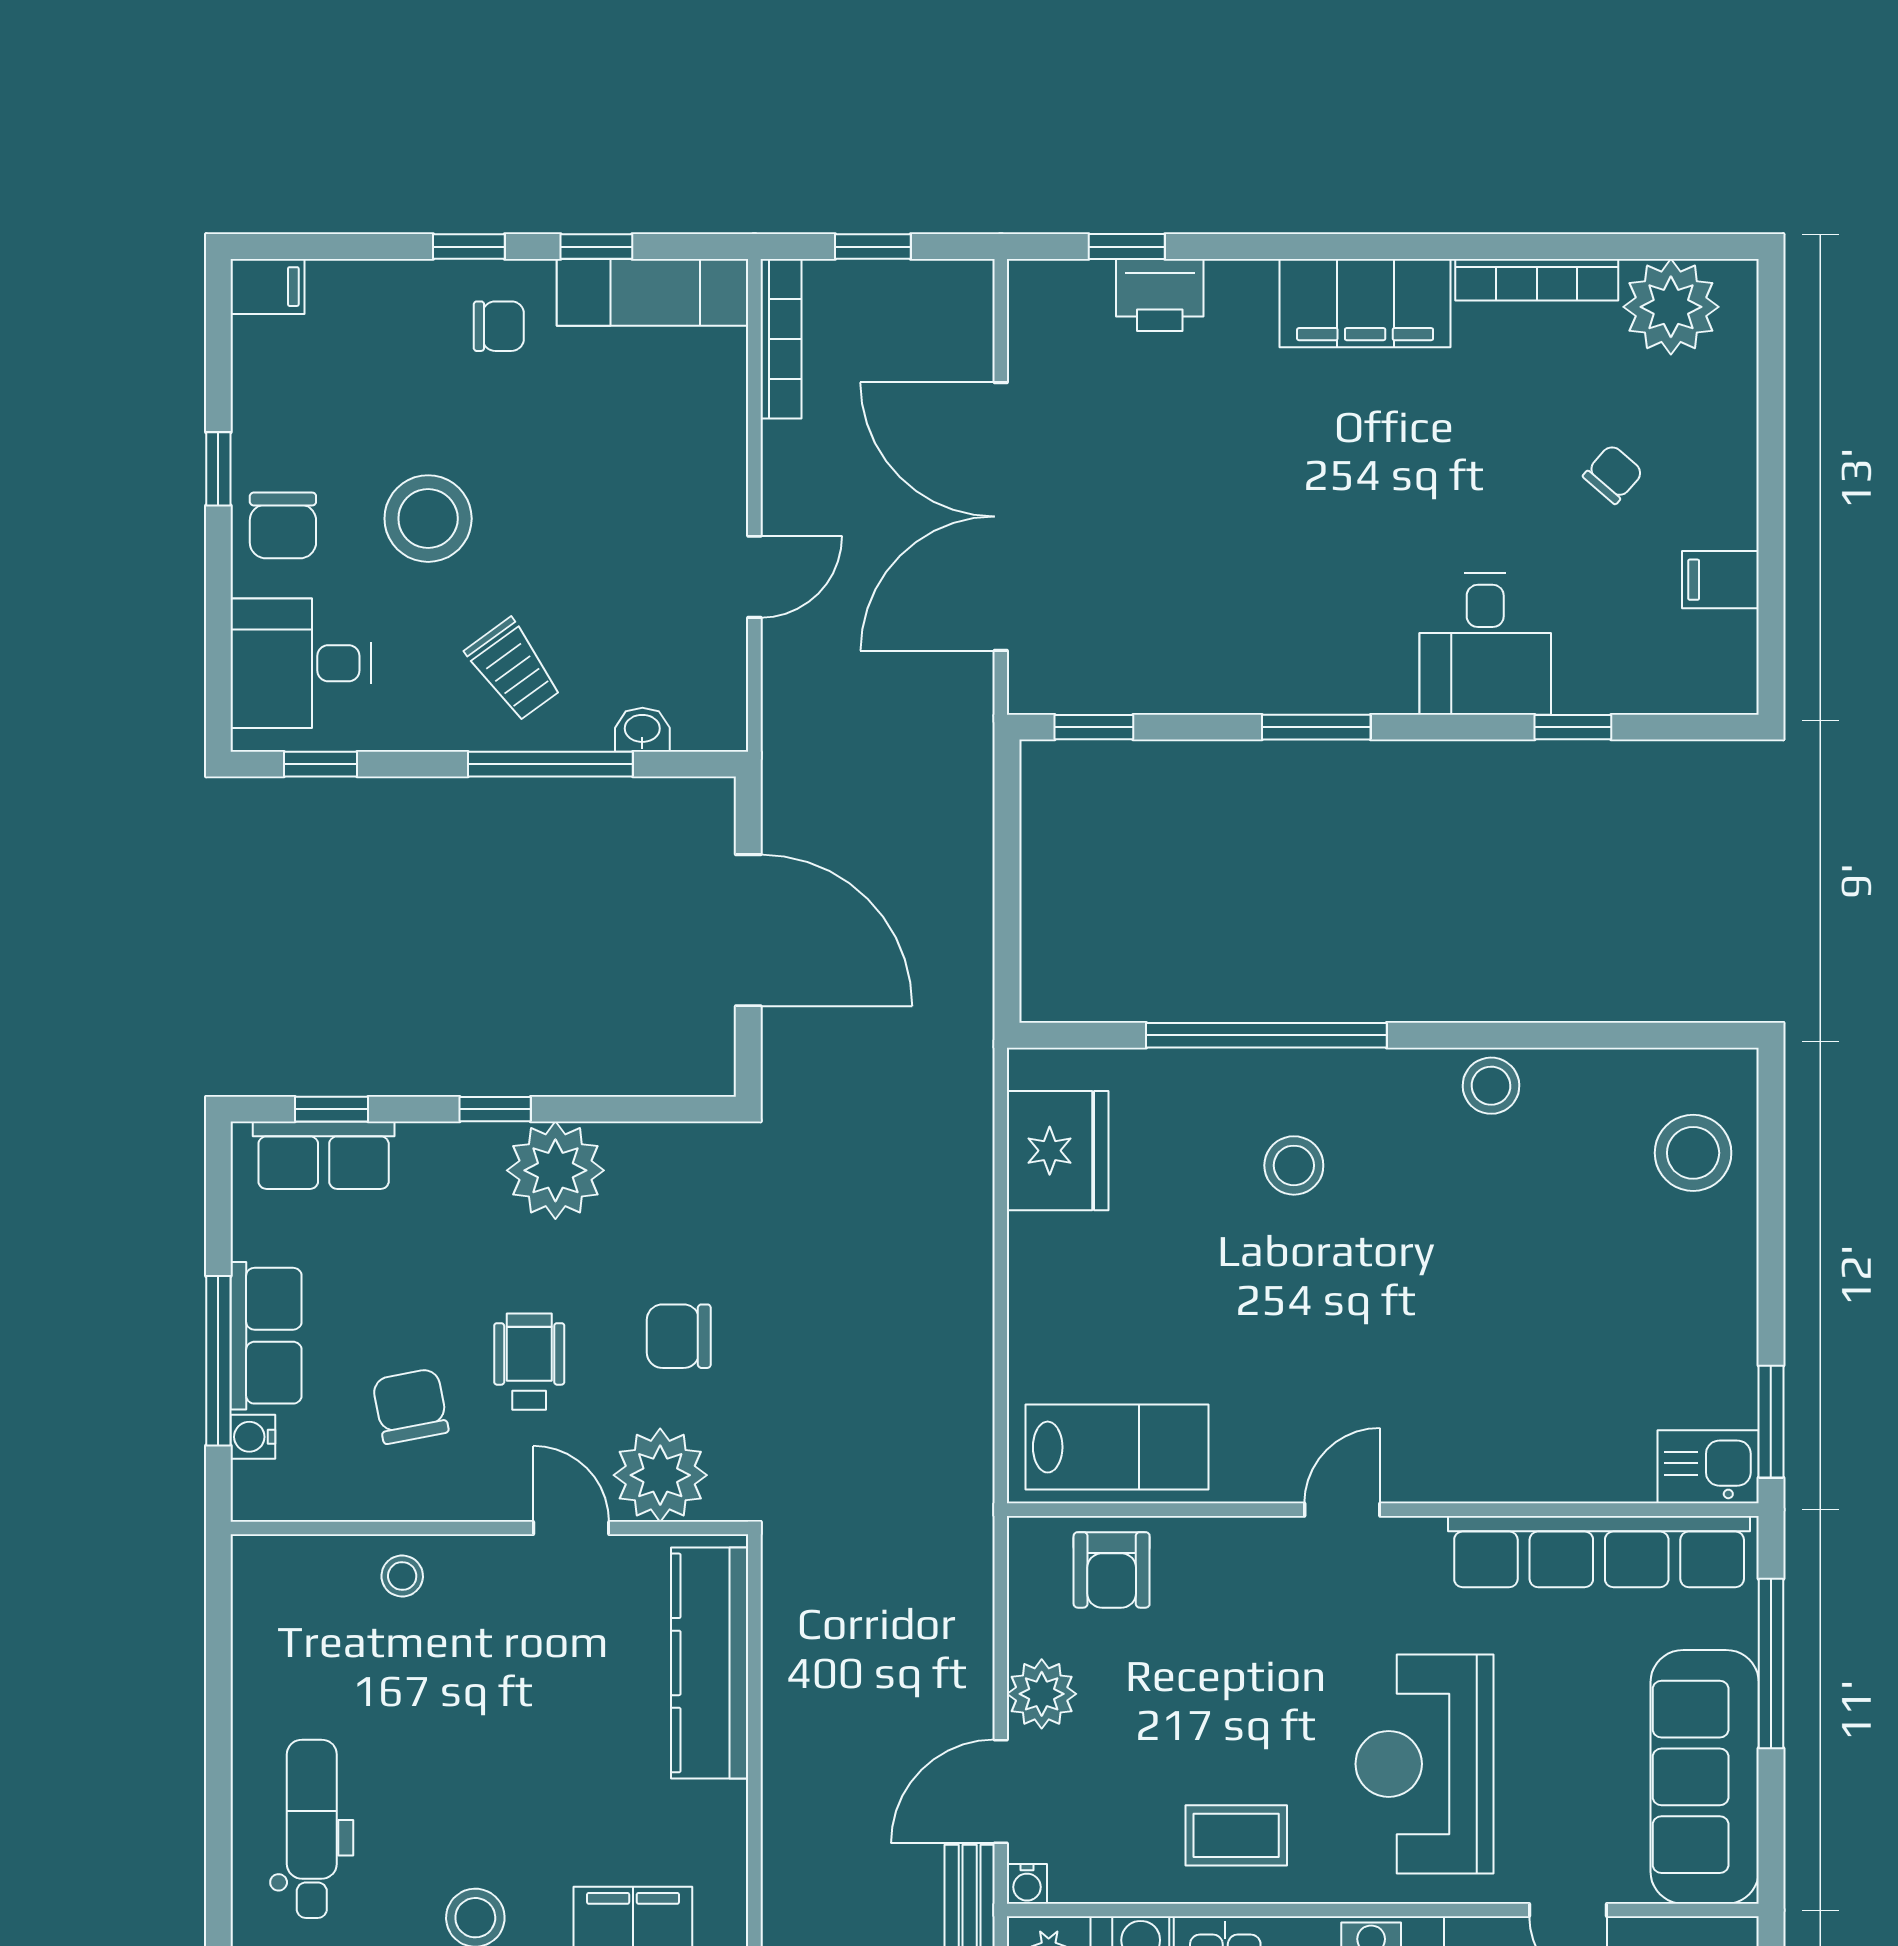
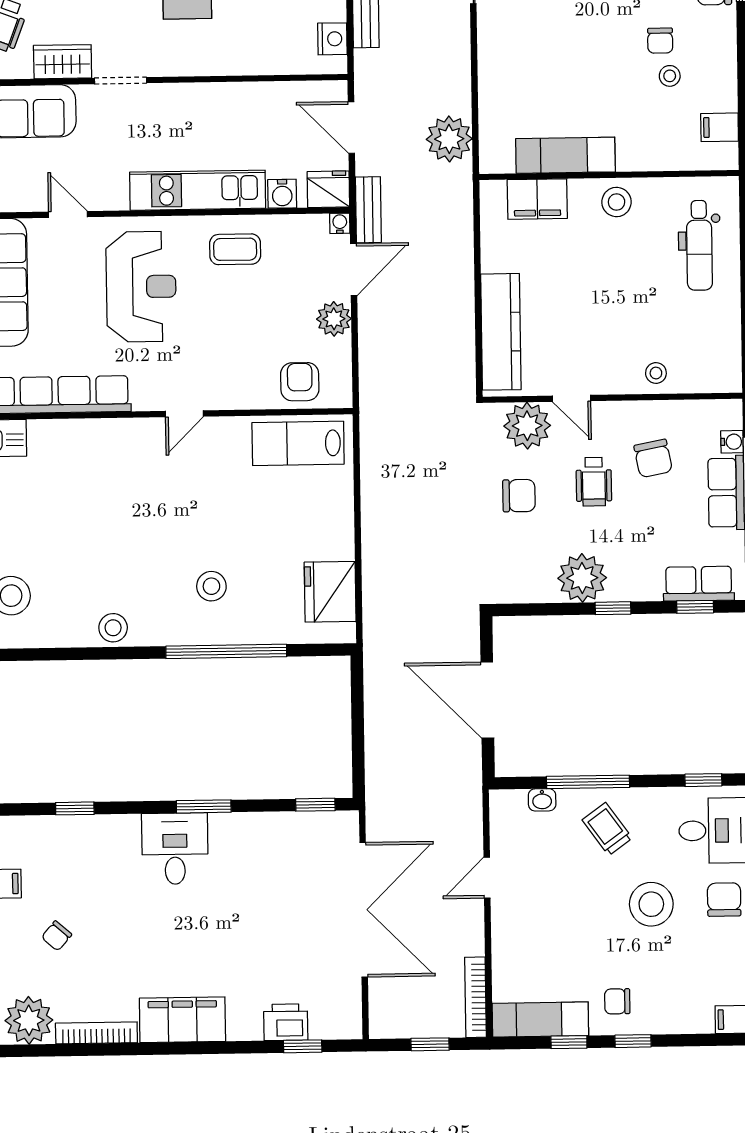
desk: (1485, 644) -> (175, 849), moved

